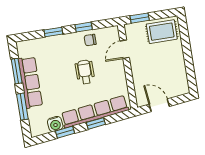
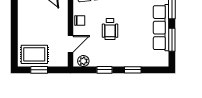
window: (140, 18) -> (39, 70), moved
plant: (108, 33) -> (83, 61), added
chair: (90, 40) -> (80, 20), moved

